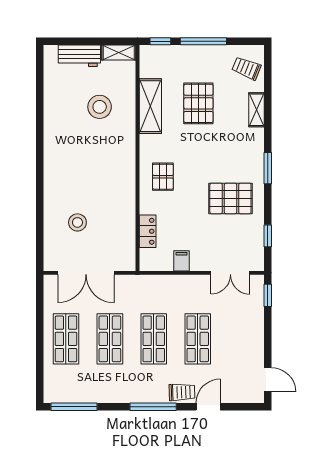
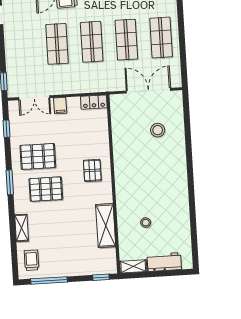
window: (203, 41) -> (49, 280), moved
trolley: (246, 68) -> (31, 260), turned -112
pallet: (198, 103) -> (46, 189), moved, turned 90
stool: (100, 107) -> (146, 223), width x0.53, depth x0.53
locker: (148, 231) -> (94, 102), moved, turned -90
filing cabinet: (182, 261) -> (60, 106), moved
double door: (230, 273) -> (34, 98), swing flipped

